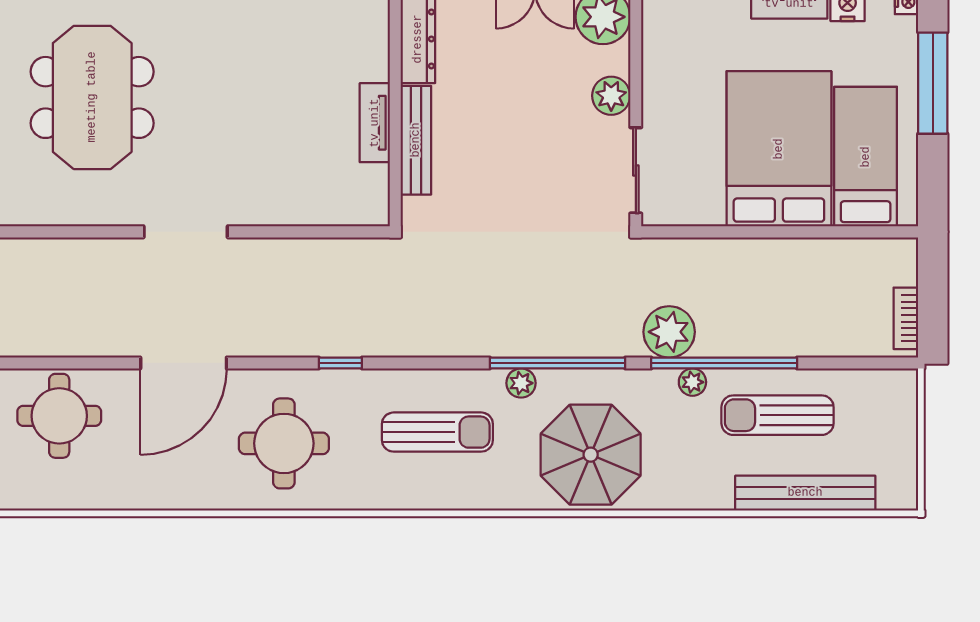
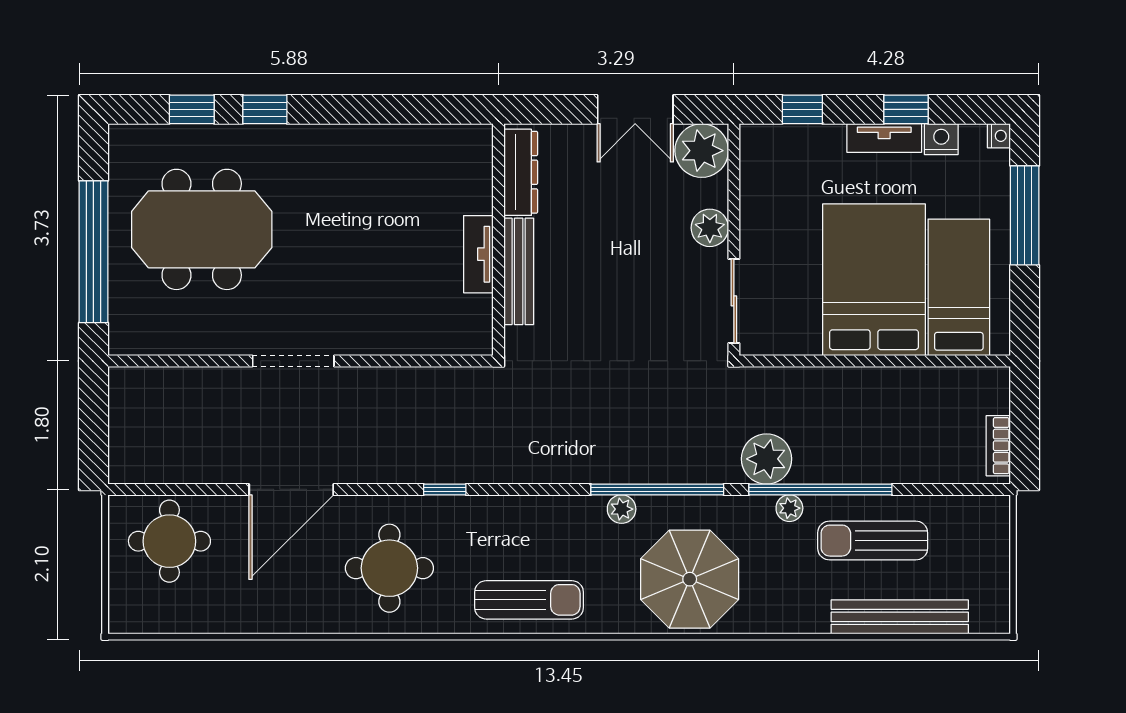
meeting table: (92, 97) -> (202, 229), turned 90
sun lounger: (437, 432) -> (529, 600), moved

